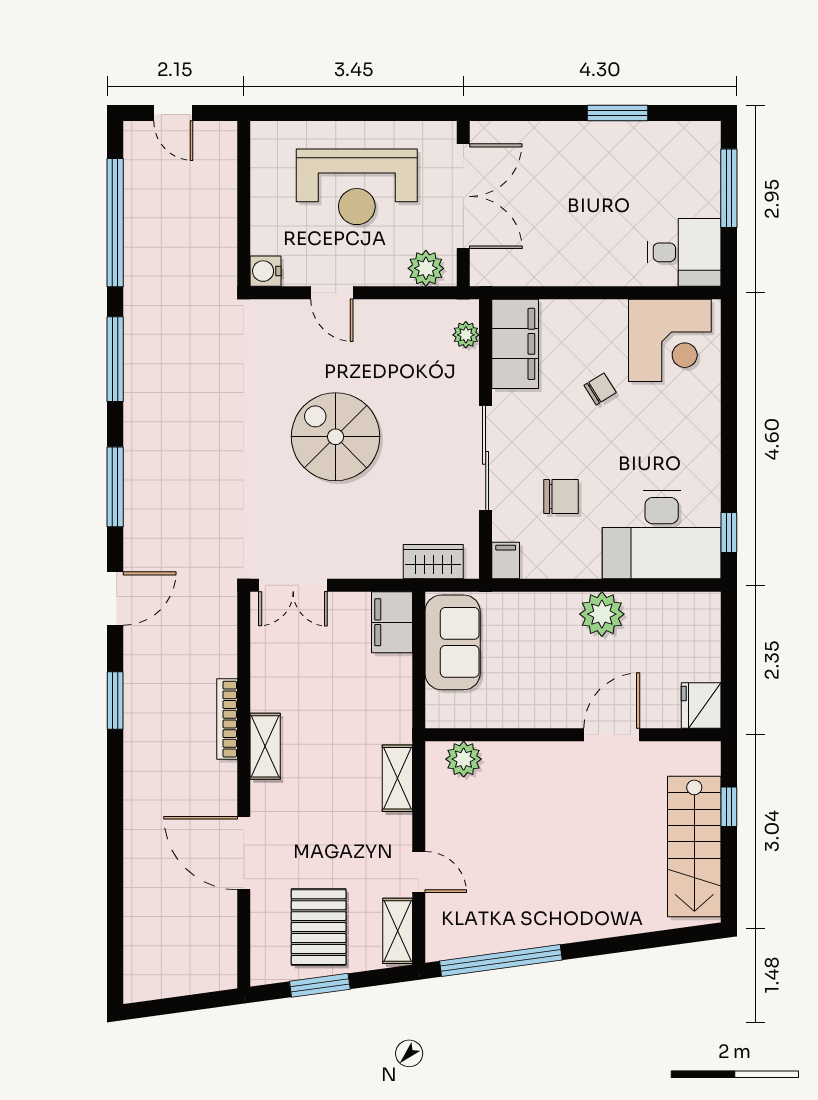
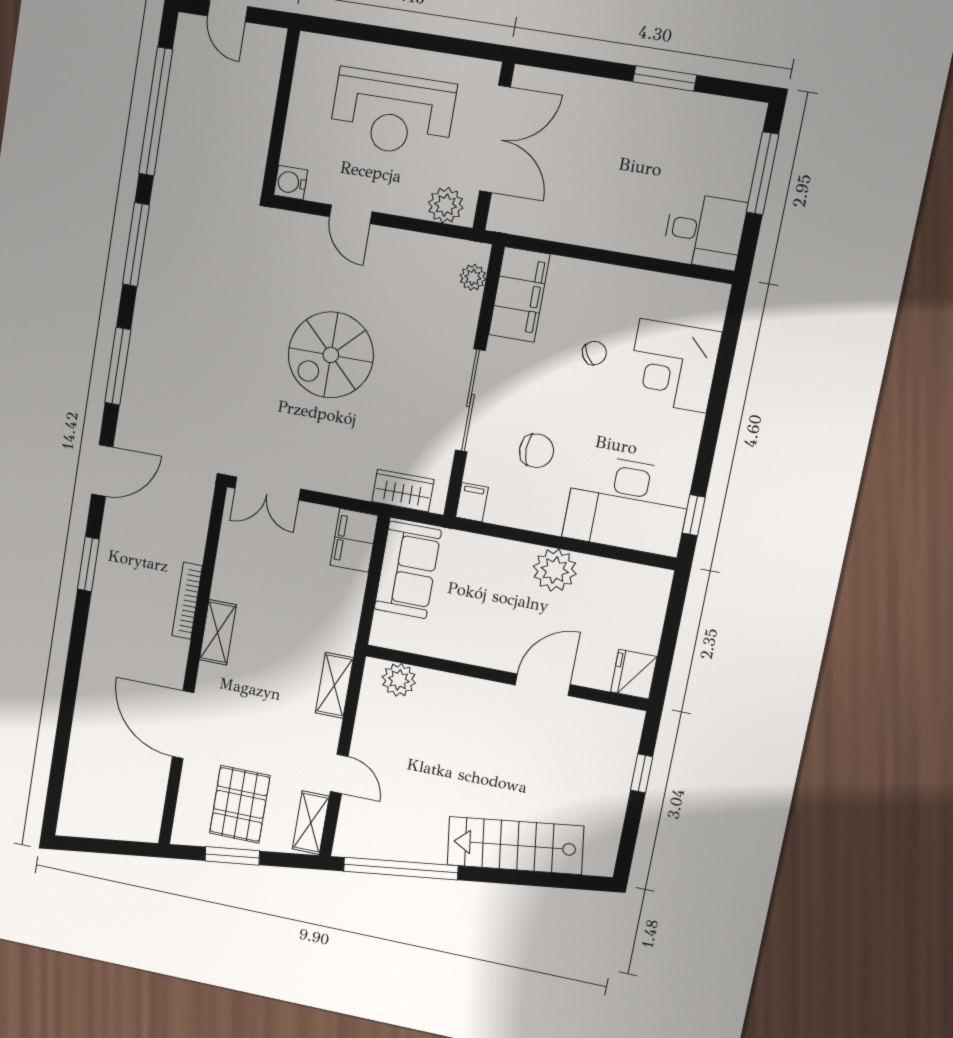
corner desk: (670, 340) -> (673, 366), moved, turned 90
spiral stairs: (336, 437) -> (331, 355), turned -90
stairs: (694, 847) -> (515, 845), moved, turned 82

